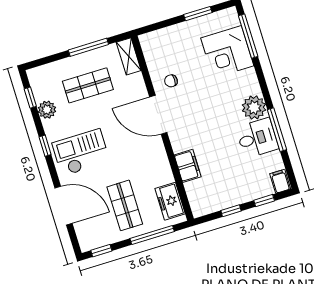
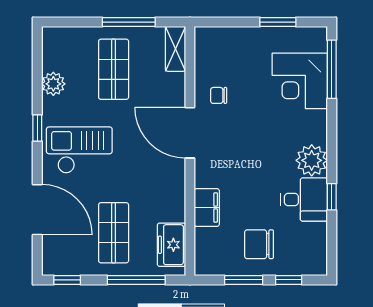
shop shelf: (88, 85) -> (114, 69), turned 90
window: (30, 98) -> (37, 63), removed
window: (277, 130) -> (332, 197), width x0.46
chair: (234, 181) -> (259, 244), added
filing cabinet: (280, 181) -> (316, 262), removed
window: (231, 211) -> (244, 280), width x1.50

